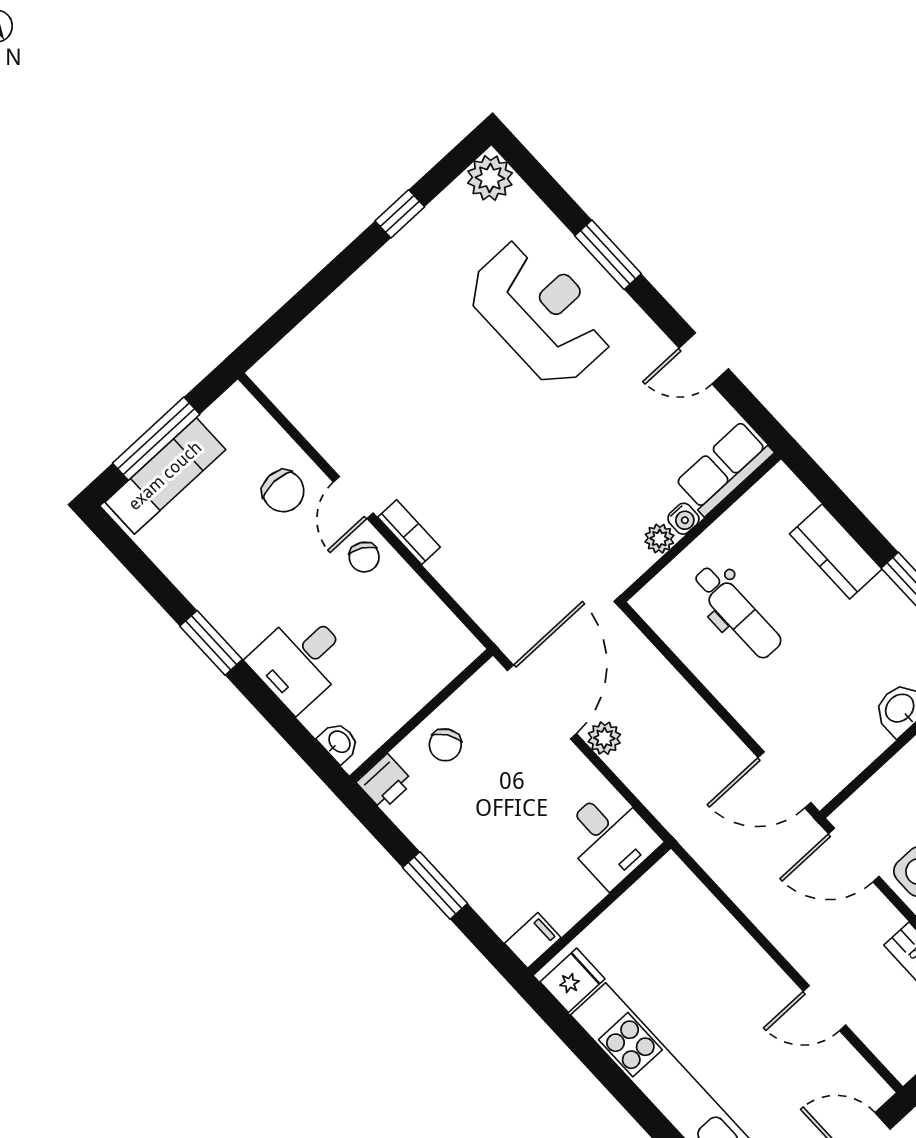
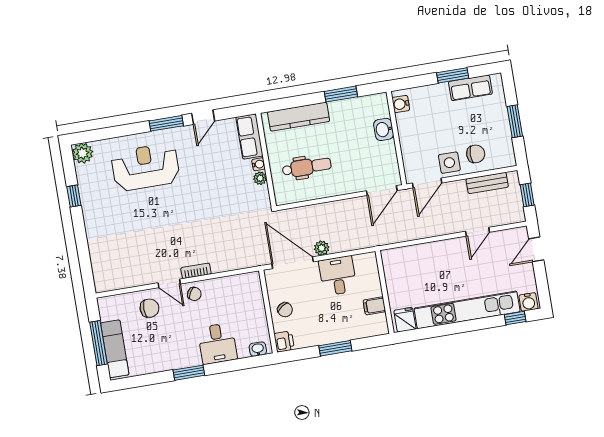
window: (608, 255) -> (166, 123), moved
kitchen counter: (836, 552) -> (299, 117), width x1.50
desk: (610, 838) -> (338, 276), moved, turned -90
filing cabinet: (533, 940) -> (374, 306), moved, turned -90

